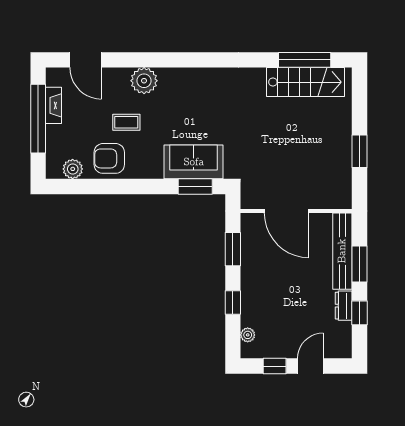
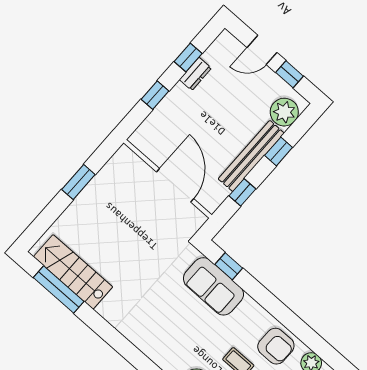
window: (195, 186) -> (229, 266), width x0.67
window: (233, 249) -> (242, 192), width x0.67
bench: (342, 251) -> (251, 156), moved
window: (359, 264) -> (155, 95), width x0.67
plant: (248, 335) -> (284, 112), width x1.87, depth x1.87

